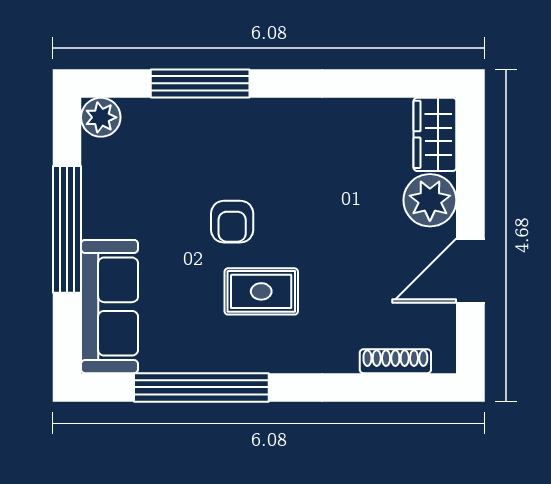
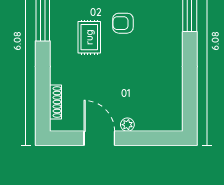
wardrobe: (435, 134) -> (165, 121), removed
plant: (430, 200) -> (127, 125), width x0.53, depth x0.53

